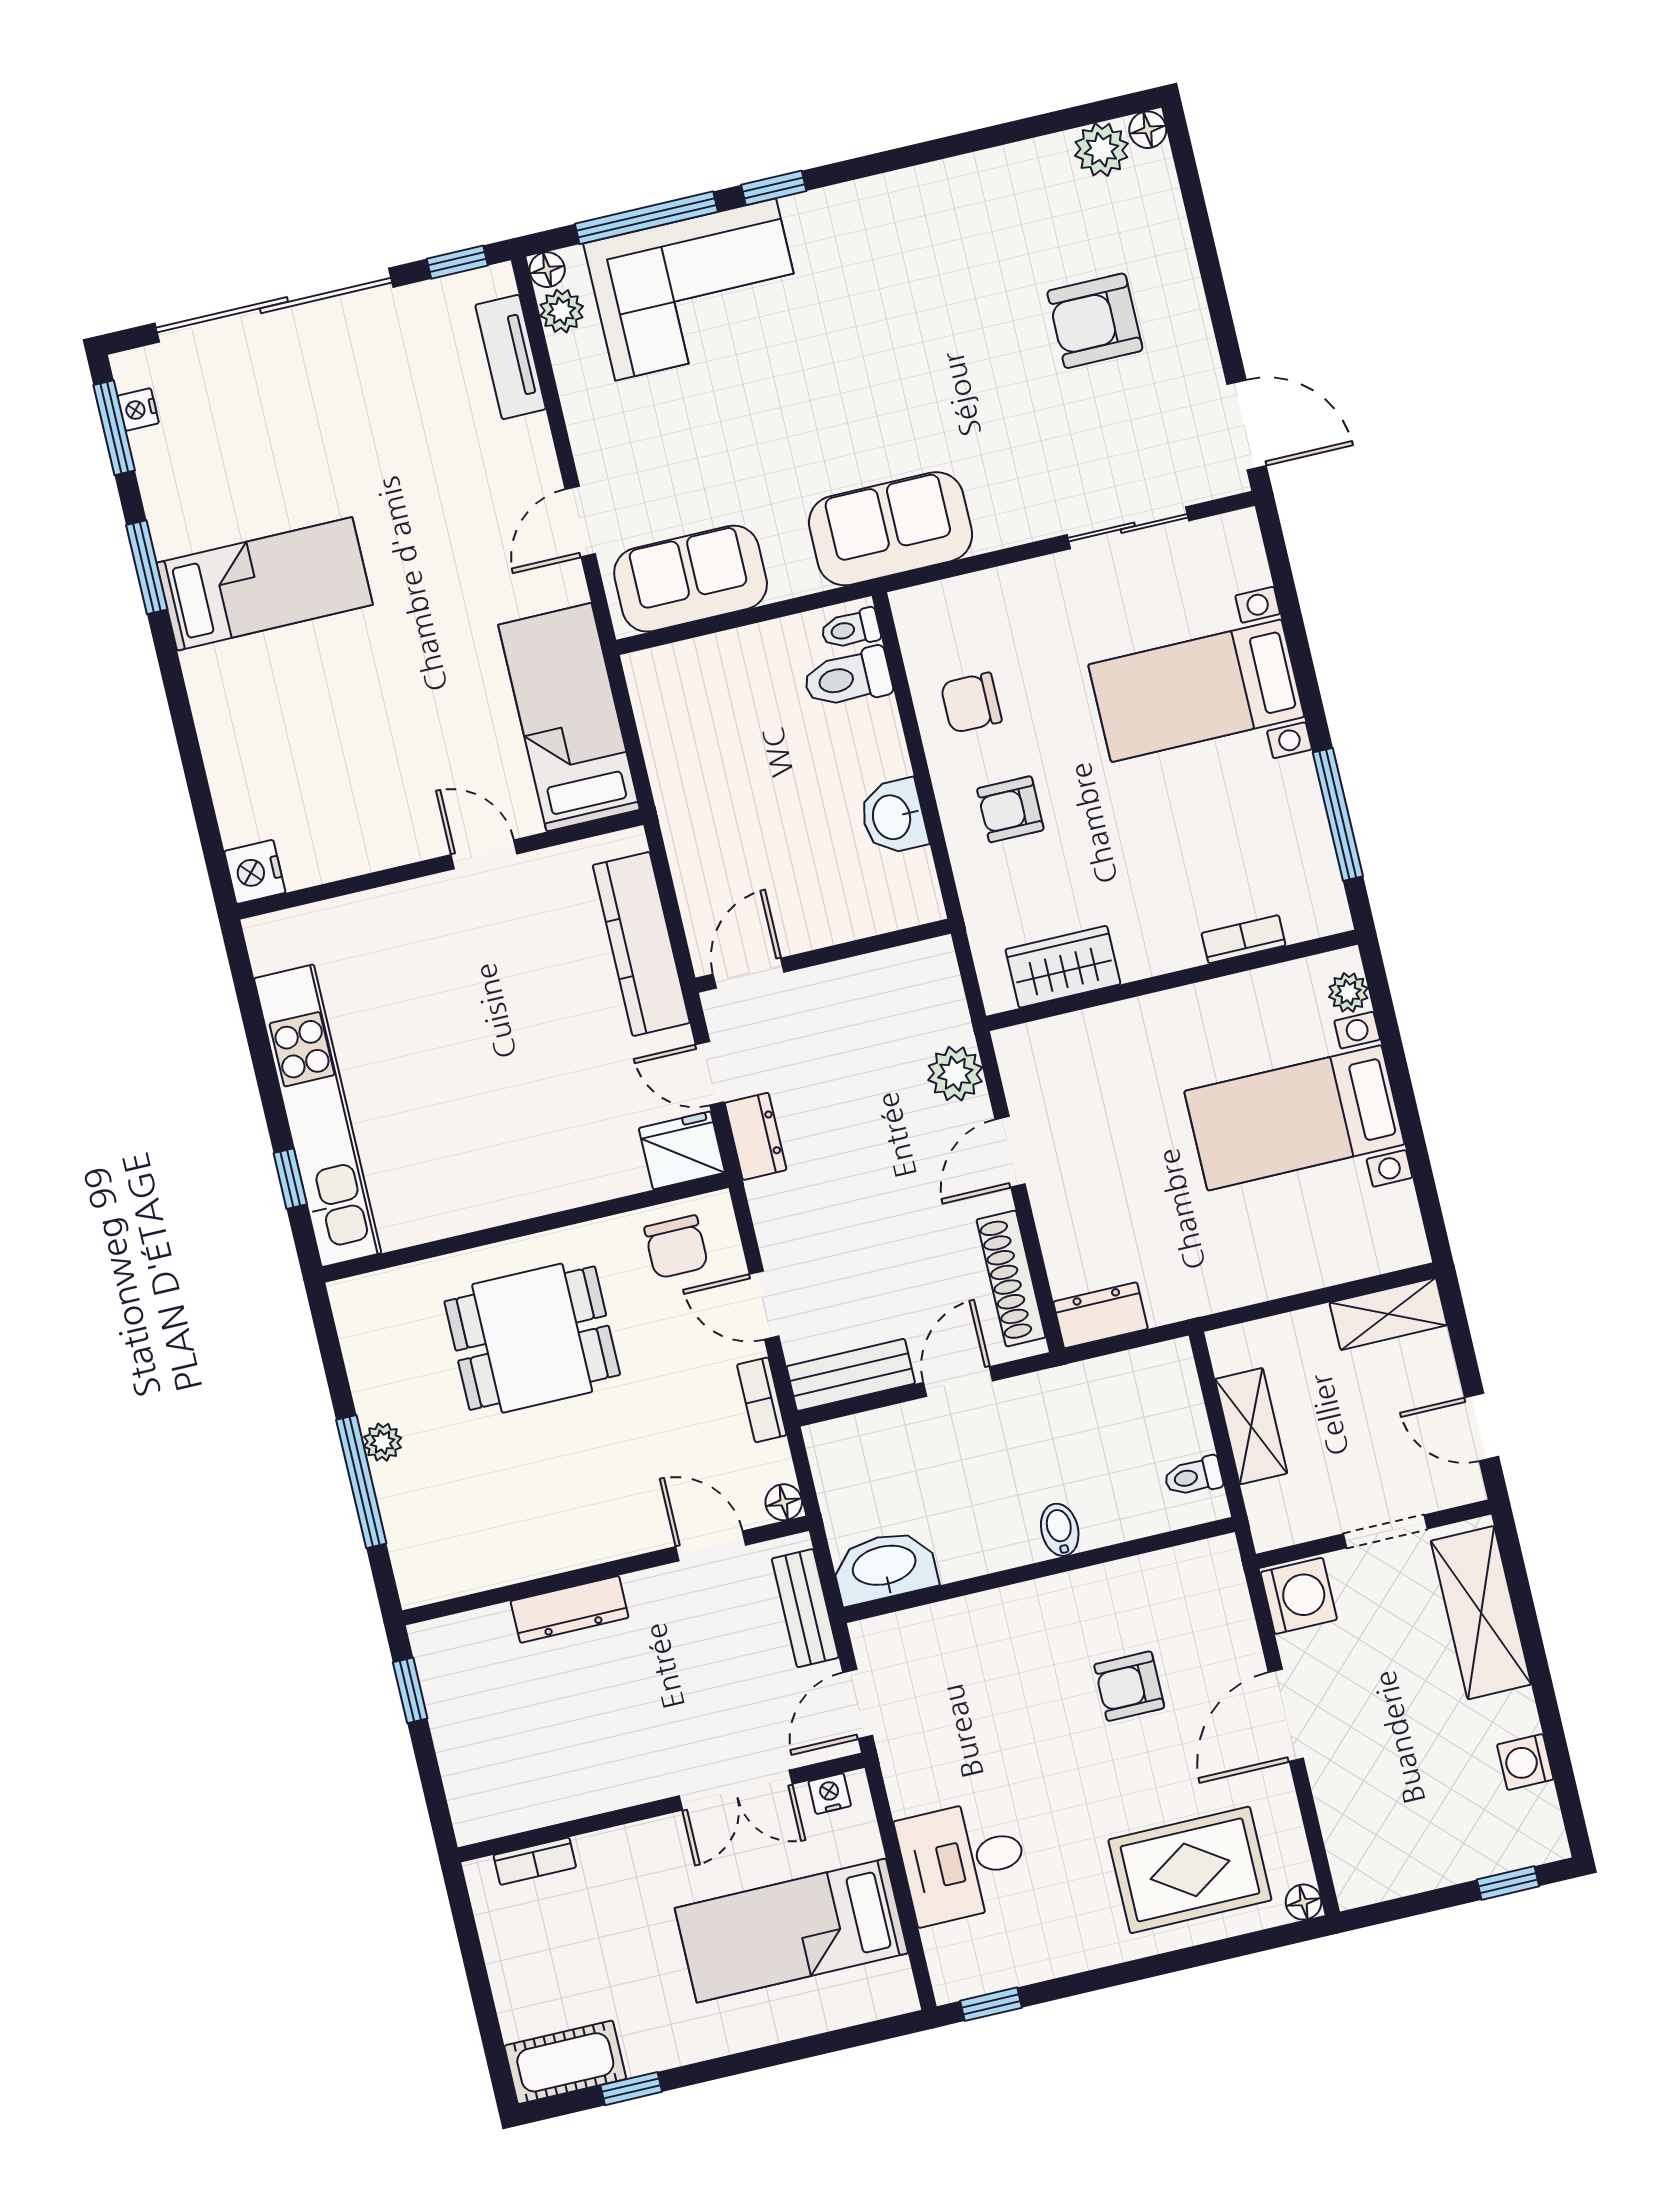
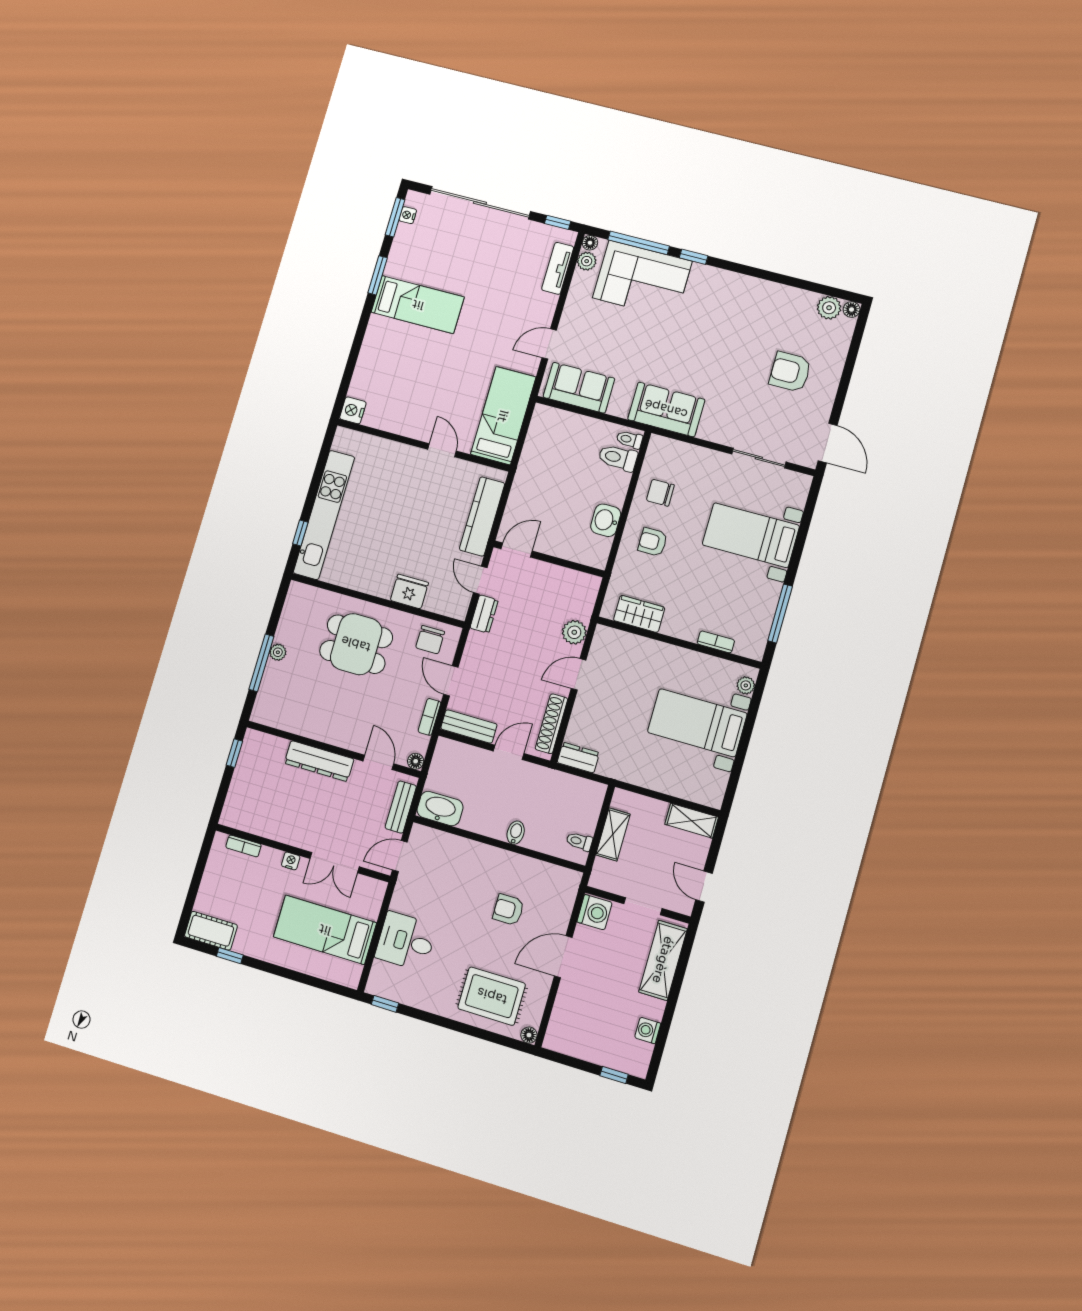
fridge: (682, 1150) -> (409, 592), moved
dresser: (570, 1609) -> (319, 761), width x1.37, depth x1.24
nightstand: (830, 1794) -> (291, 861), moved

